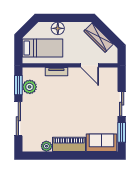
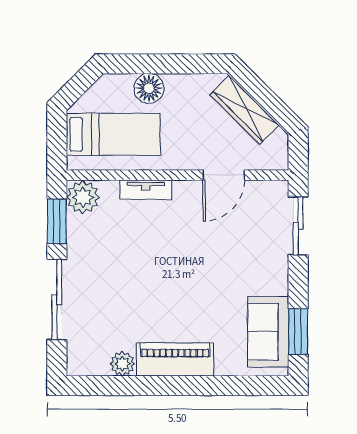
door: (90, 65) -> (224, 175), hinge flipped
plant: (30, 87) -> (83, 197), moved
sliding door: (122, 104) -> (298, 226), moved
sofa: (101, 143) -> (268, 332), moved, turned -90

